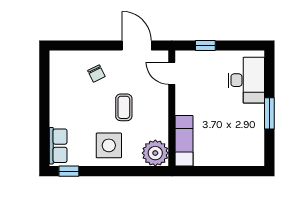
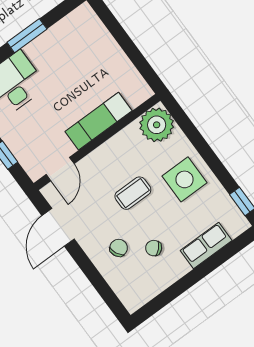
chair: (80, 95) -> (154, 248), added
exam couch: (184, 141) -> (98, 121), moved
row of seats: (58, 146) -> (206, 246), moved

